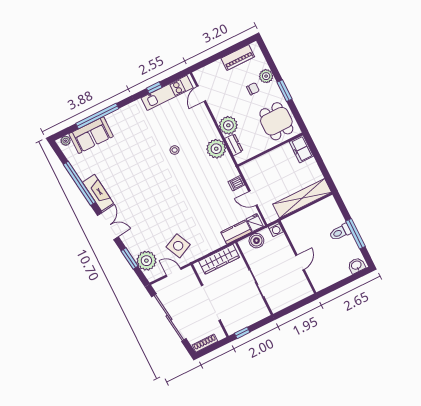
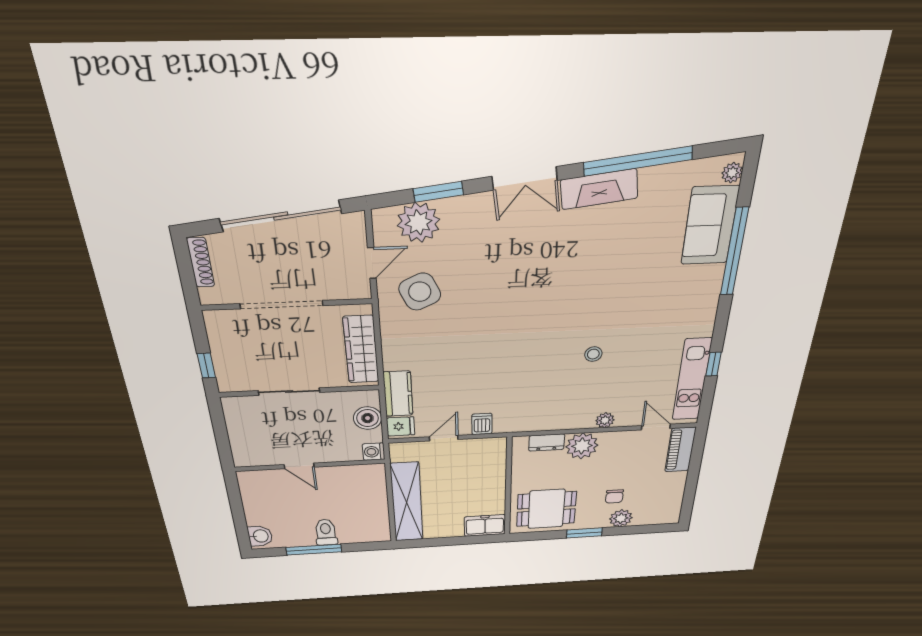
piano: (238, 57) -> (680, 450), moved
plant: (216, 149) -> (605, 420), moved, width x0.53, depth x0.53
window: (242, 333) -> (206, 366), moved

